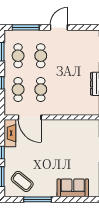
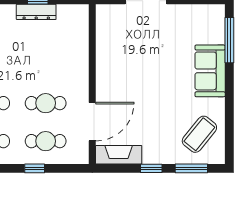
sofa: (73, 188) -> (210, 71), moved
window: (38, 199) -> (229, 40), moved

